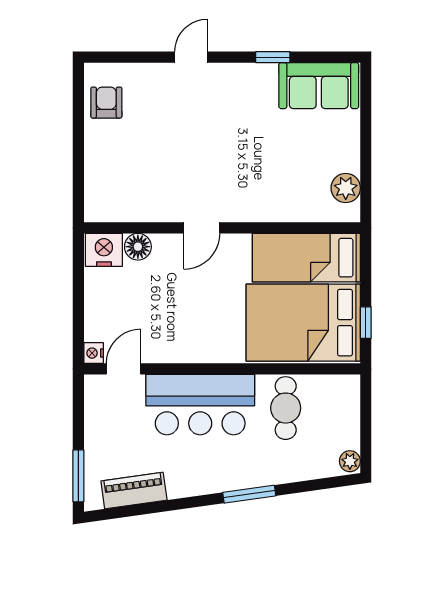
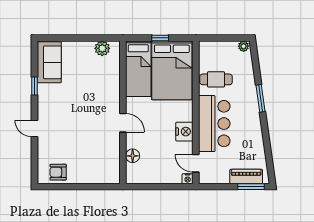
nightstand: (104, 250) -> (184, 132), moved, turned 180
window: (366, 323) -> (160, 38), moved
piano: (134, 491) -> (246, 177), moved, turned 98

